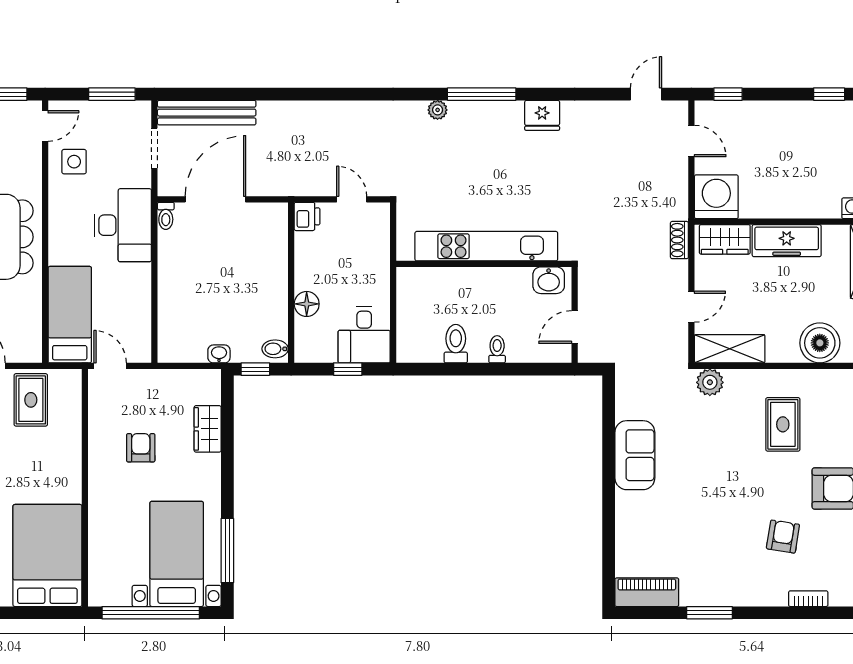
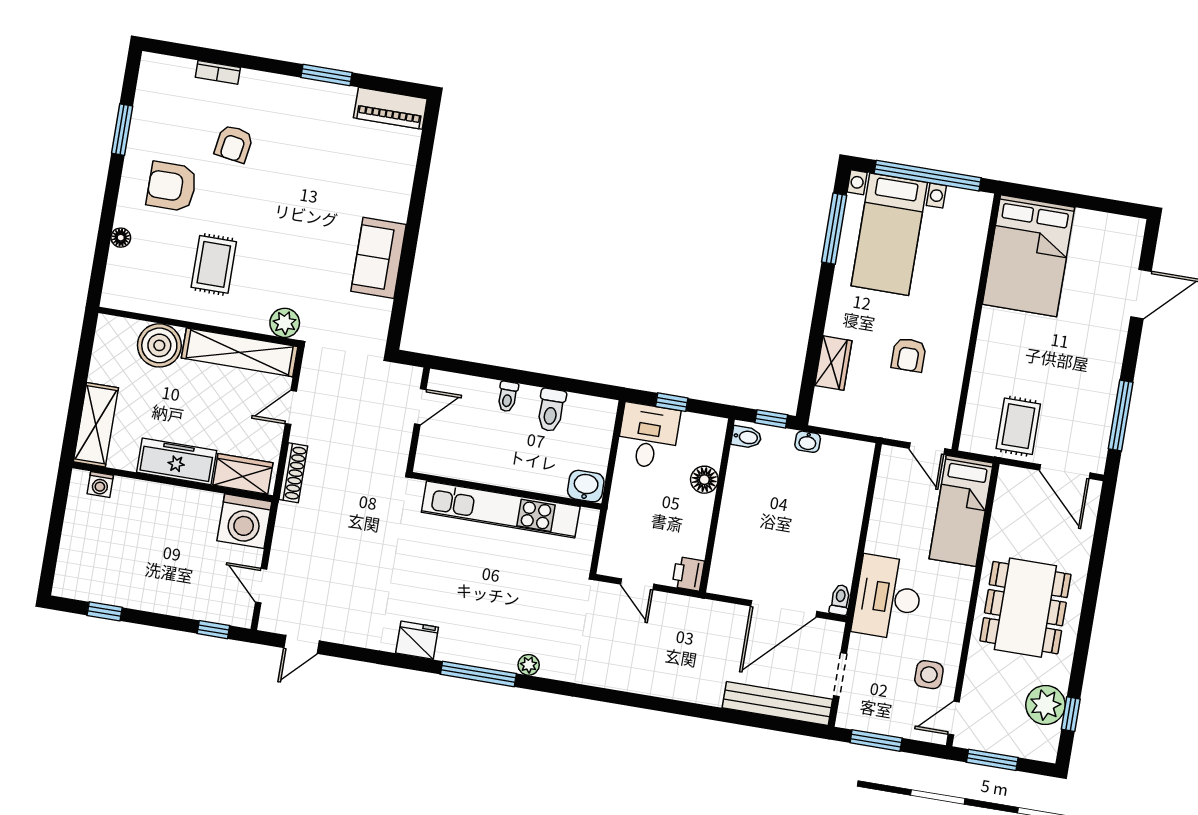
shoe rack: (679, 240) -> (293, 473), width x1.43
washbasin: (549, 280) -> (586, 486), moved
shelving: (730, 349) -> (240, 352), width x1.47

